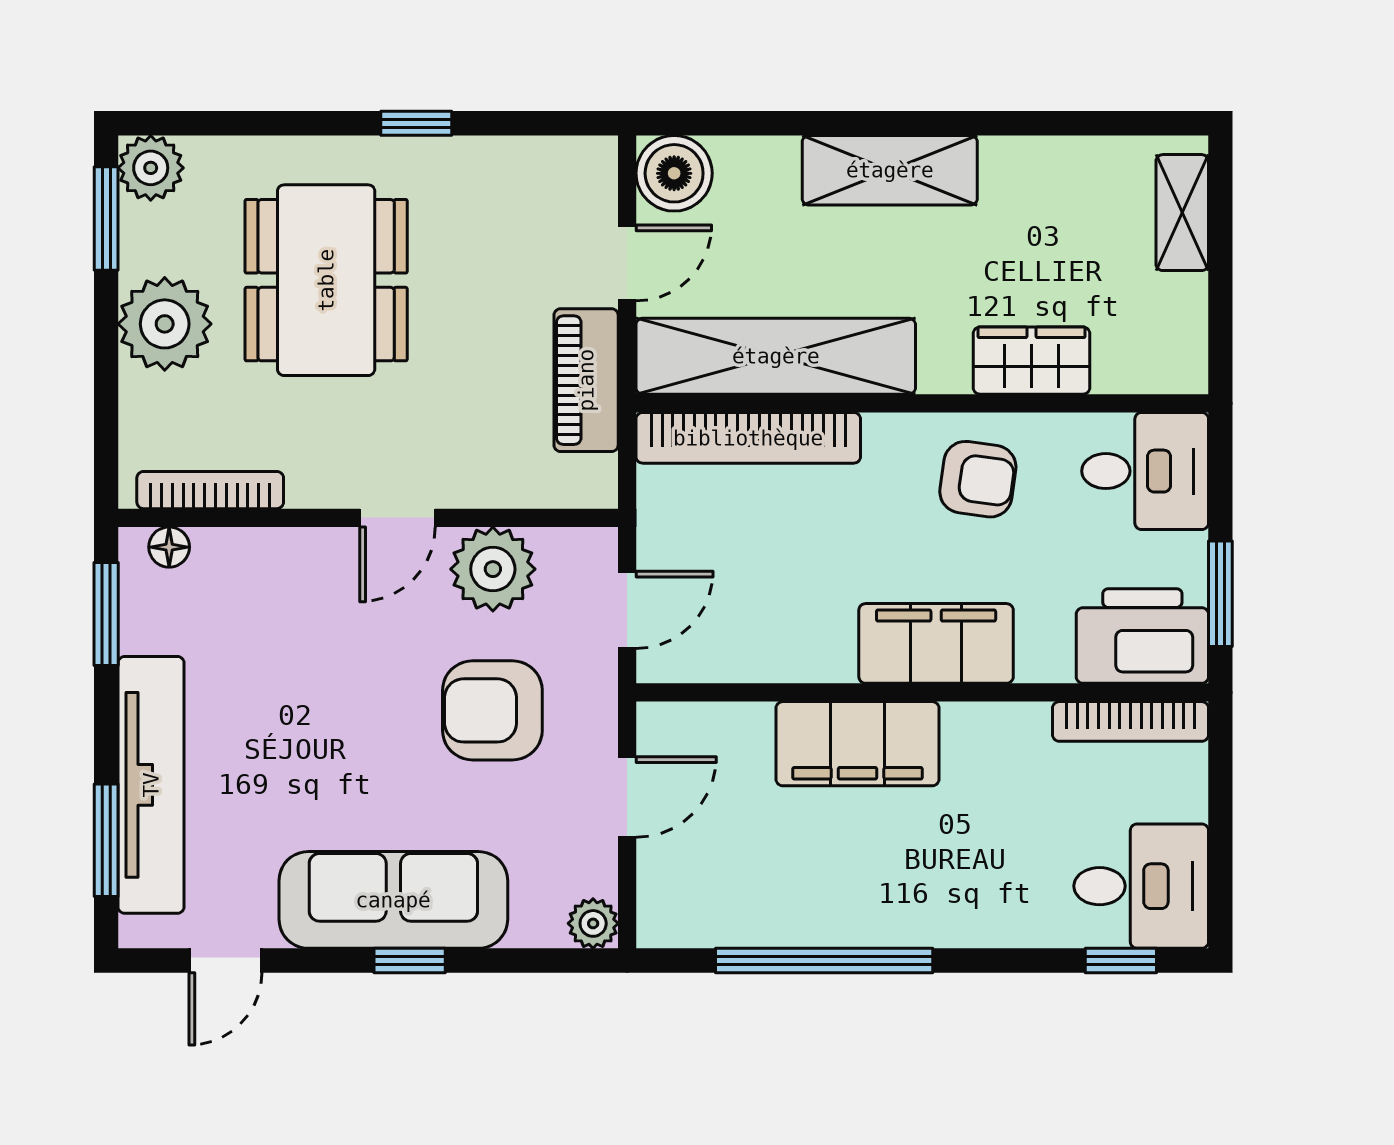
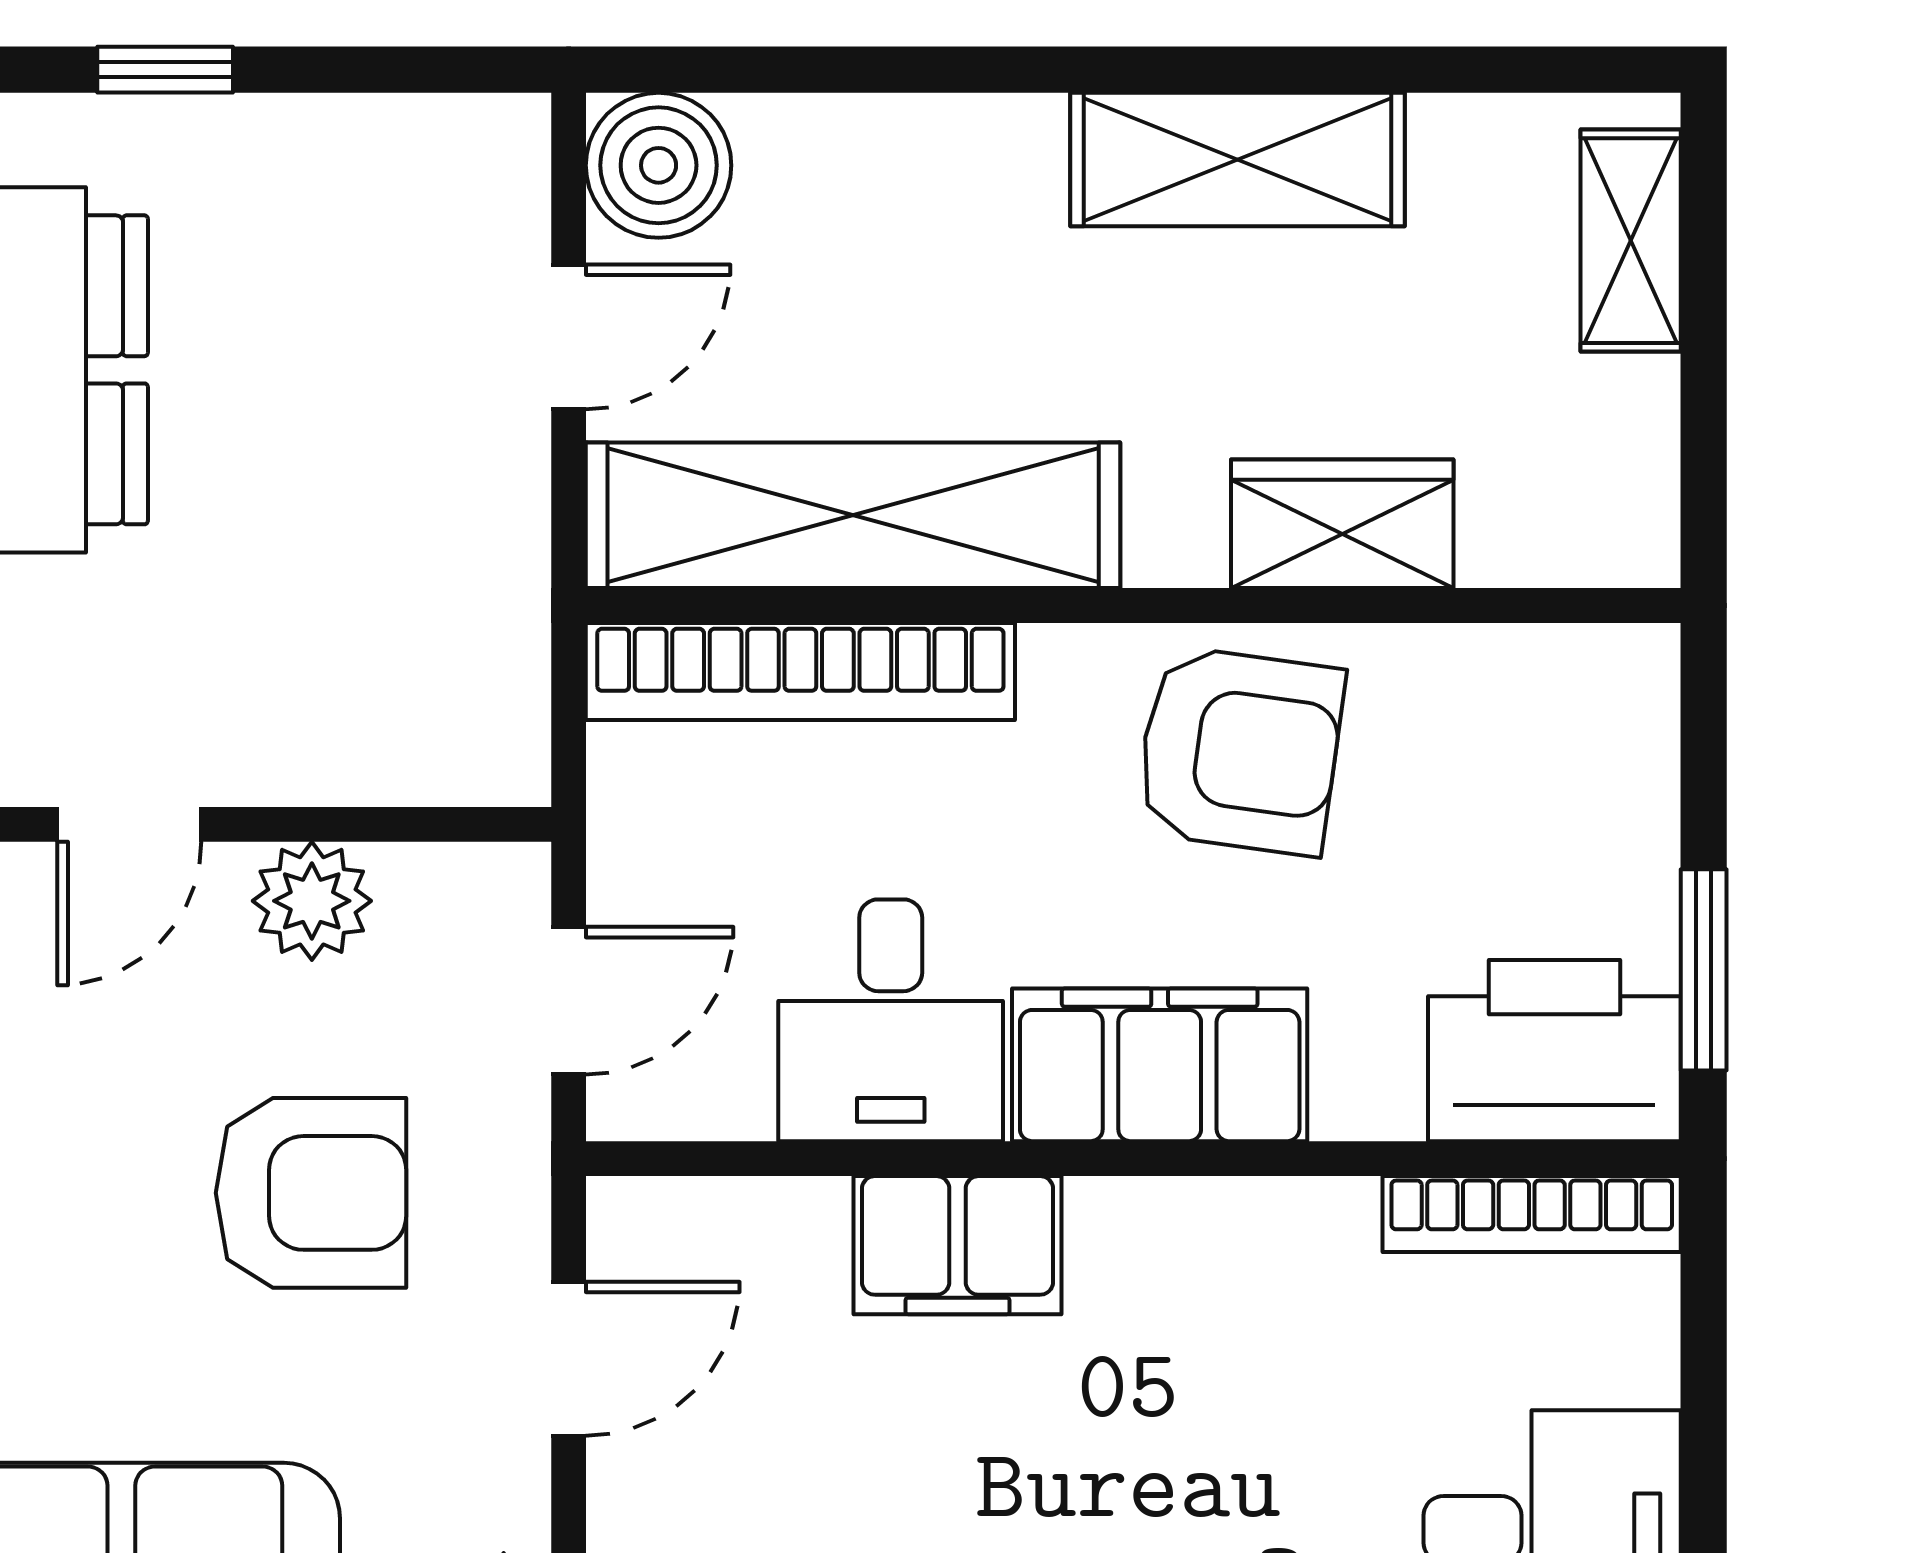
shelving: (890, 170) -> (1237, 160), moved
piano: (586, 380) -> (490, 561), removed
desk: (1145, 471) -> (891, 1020), moved, turned 90
armchair: (978, 479) -> (1240, 751), width x1.38, depth x1.38
plant: (493, 569) -> (312, 901), width x0.73, depth x0.73
armchair: (492, 710) -> (311, 1193), turned 180
filing cabinet: (857, 744) -> (958, 1245), width x0.67, depth x0.86

